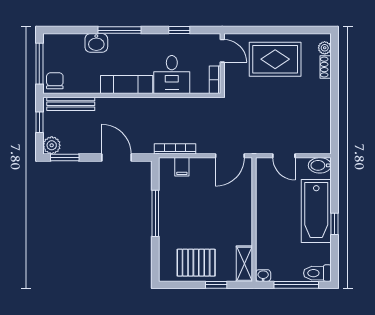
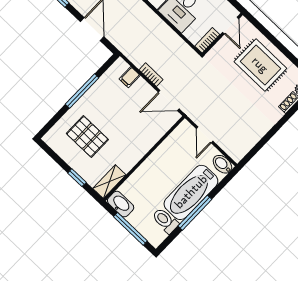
bookcase: (175, 149) -> (151, 75), moved, width x0.64
window: (335, 224) -> (195, 213), width x2.17
pallet: (196, 263) -> (87, 137), moved
toilet: (317, 273) -> (165, 221), moved
washbasin: (263, 276) -> (121, 204), width x1.91, depth x1.45

